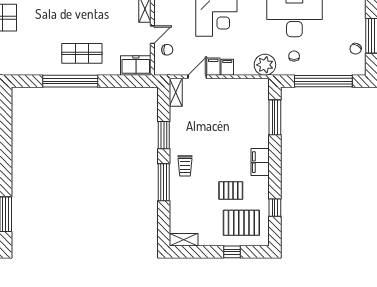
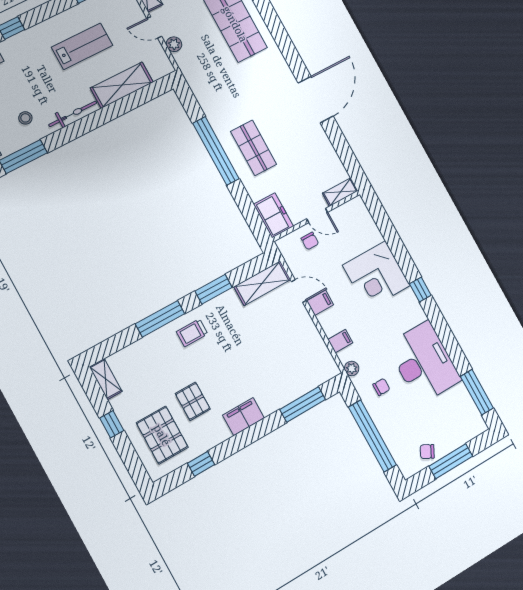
plant: (265, 65) -> (352, 368), width x0.53, depth x0.53
filing cabinet: (227, 67) -> (340, 341), moved
shelving: (176, 92) -> (262, 283), width x1.50, depth x1.33
window: (232, 252) -> (112, 424), moved

